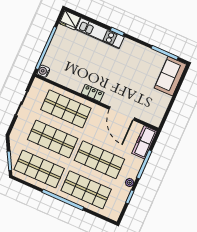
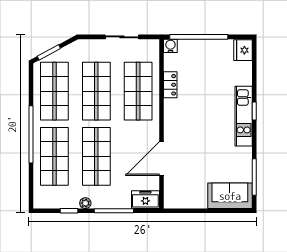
kitchen unit: (100, 33) -> (244, 116), moved
locker: (93, 93) -> (170, 85), moved
freezer: (144, 142) -> (145, 200), width x0.71

